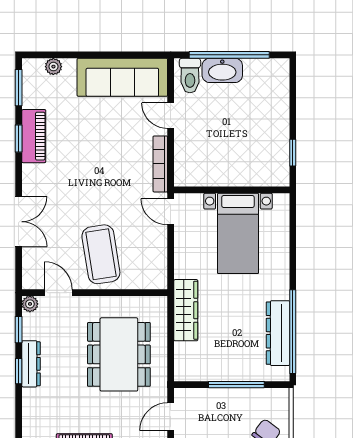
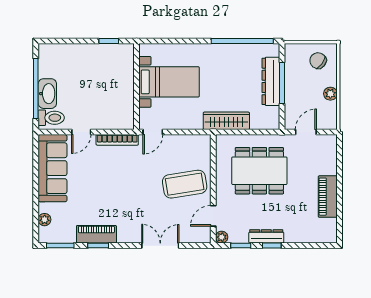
dresser: (278, 333) -> (271, 81), moved, turned 90
door: (171, 417) -> (306, 132), swing flipped

